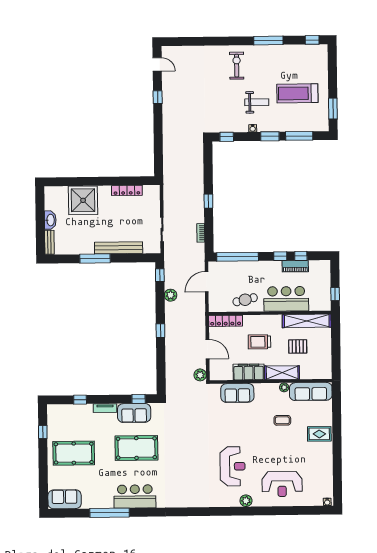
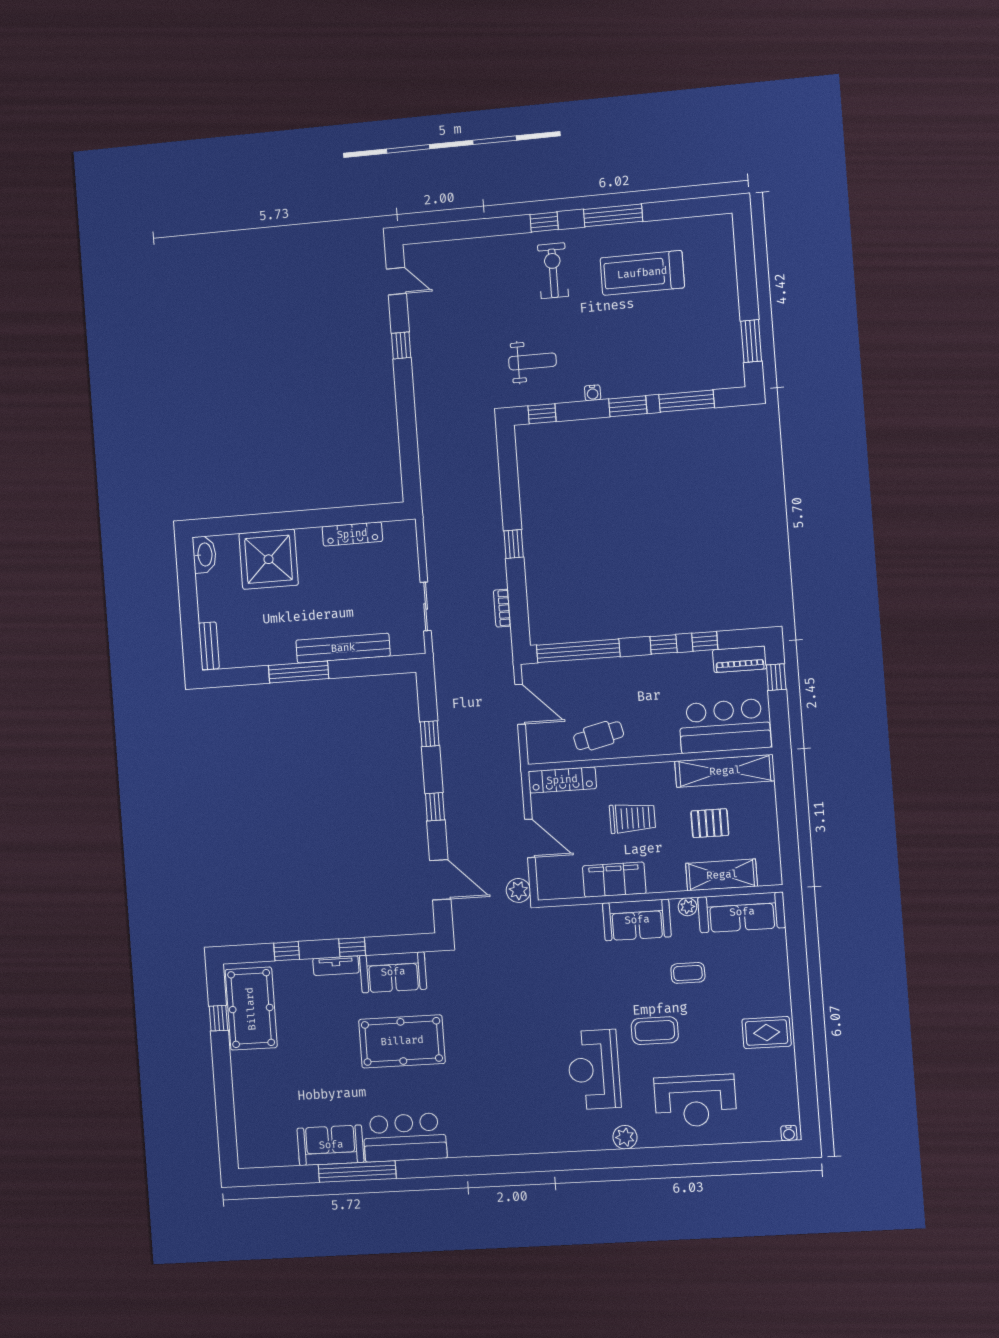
window: (312, 40) -> (544, 222), moved
treadmill: (297, 93) -> (642, 273), moved
weight bench: (257, 102) -> (533, 361), moved
washbasin: (50, 220) -> (204, 554), moved
piano: (295, 266) -> (740, 659), moved
window: (160, 275) -> (430, 734), moved
door: (207, 282) -> (520, 704), swing flipped
window: (335, 294) -> (776, 677), moved
plant: (171, 295) -> (450, 735), removed
bar counter: (286, 299) -> (725, 726), moved
trolley: (259, 342) -> (632, 818), turned 180
door: (161, 368) -> (440, 880), added
shelving: (282, 373) -> (722, 875), moved
sofa: (237, 393) -> (637, 920), moved
window: (139, 399) -> (352, 947), moved
rug: (319, 434) -> (767, 1033), moved
coffee table: (264, 448) -> (655, 1031), added
pool table: (74, 453) -> (251, 1009), moved, turned 90
reception desk: (233, 466) -> (594, 1070), turned 180
sofa: (65, 499) -> (331, 1145), moved

